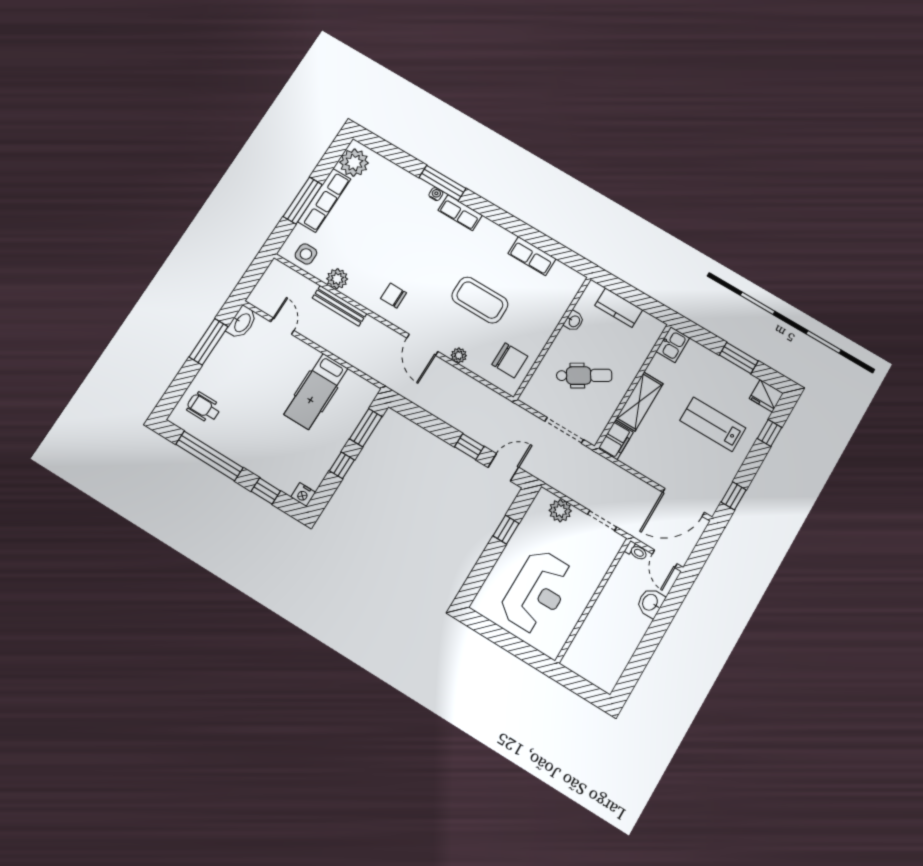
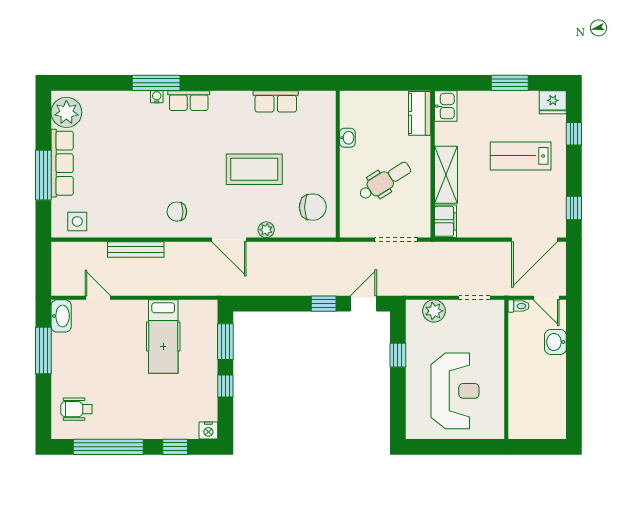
plant: (337, 279) -> (119, 227), removed
kitchen counter: (619, 308) -> (420, 113), moved, turned 90

